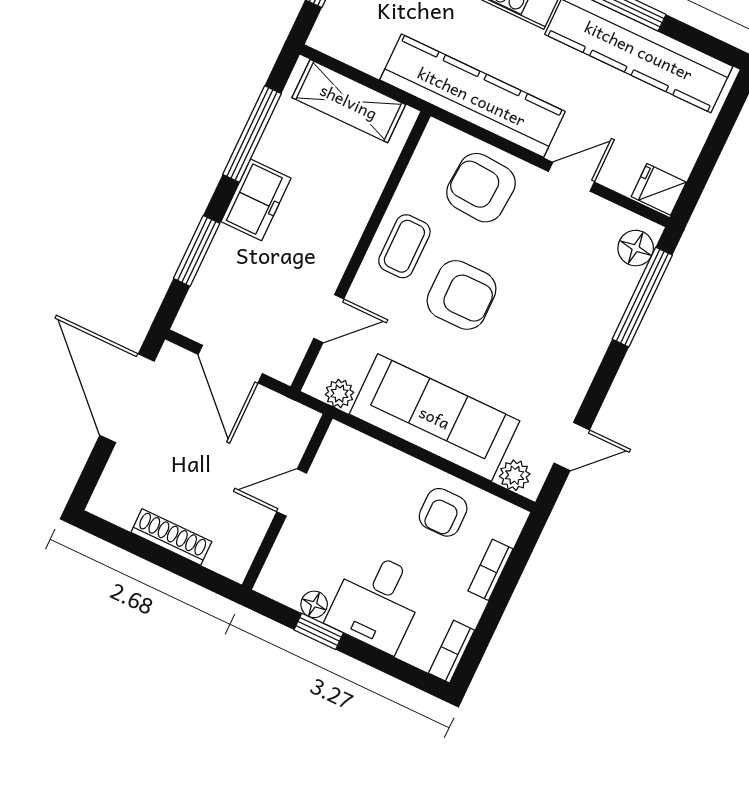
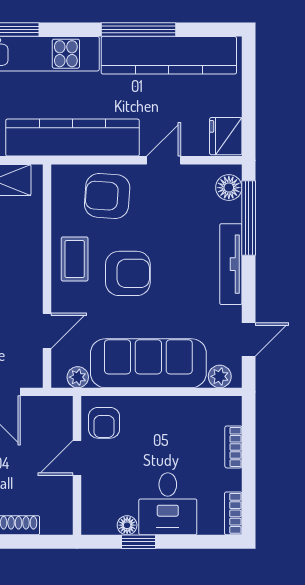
fridge: (659, 189) -> (226, 136), width x1.38
tv unit: (594, 343) -> (231, 264), added
armchair: (443, 512) -> (104, 423), moved

